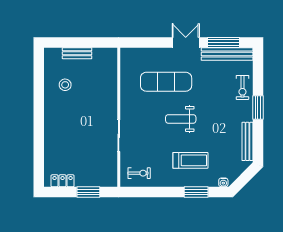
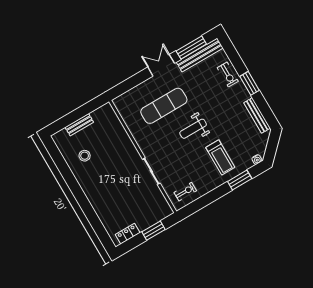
treadmill: (190, 160) -> (220, 157), turned 90

